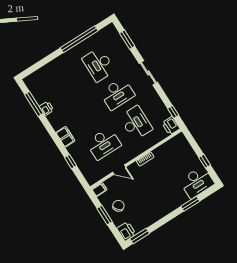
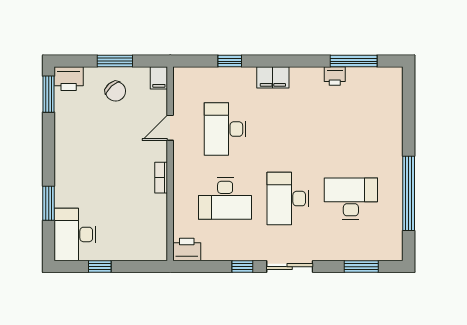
window: (173, 112) -> (242, 267), moved

